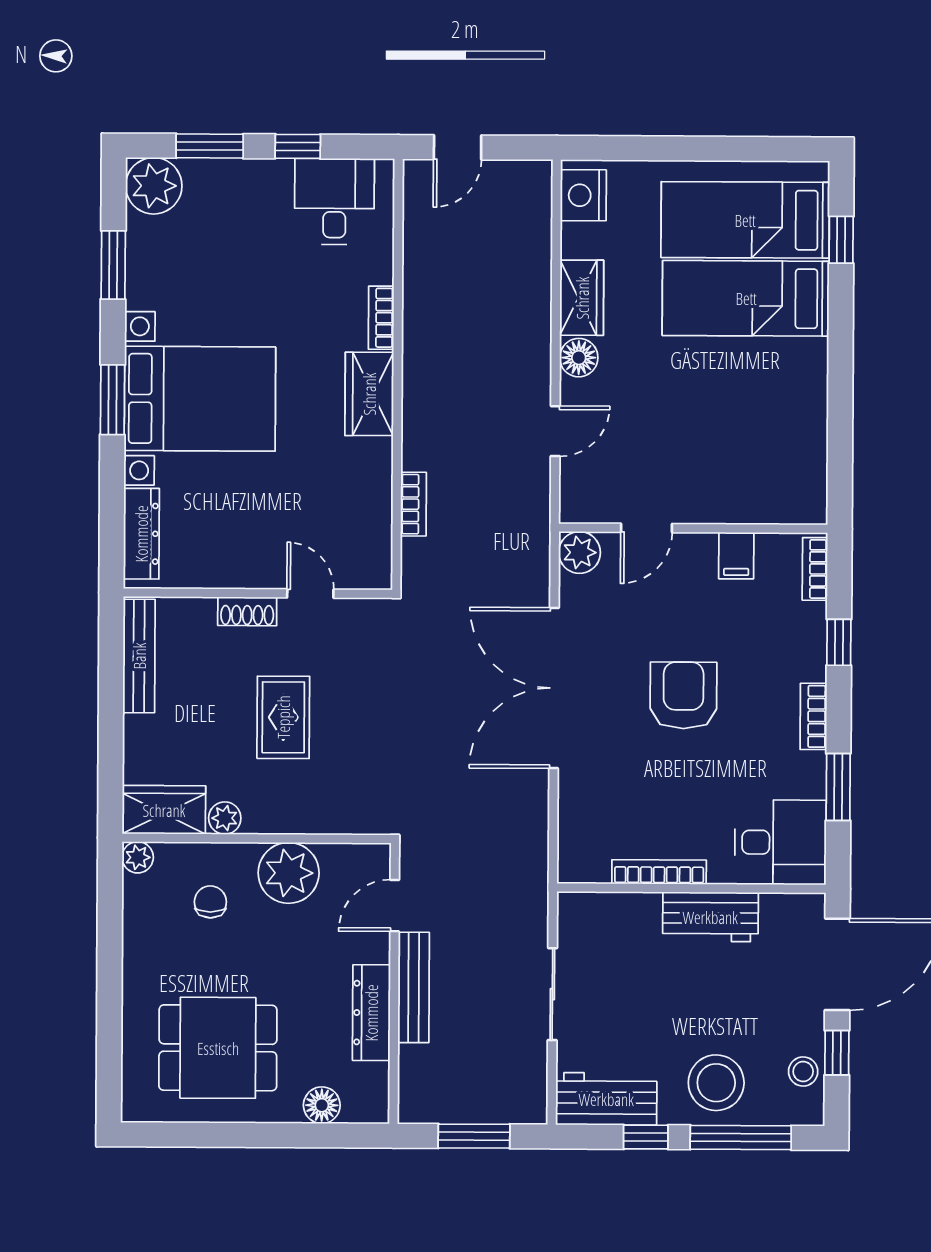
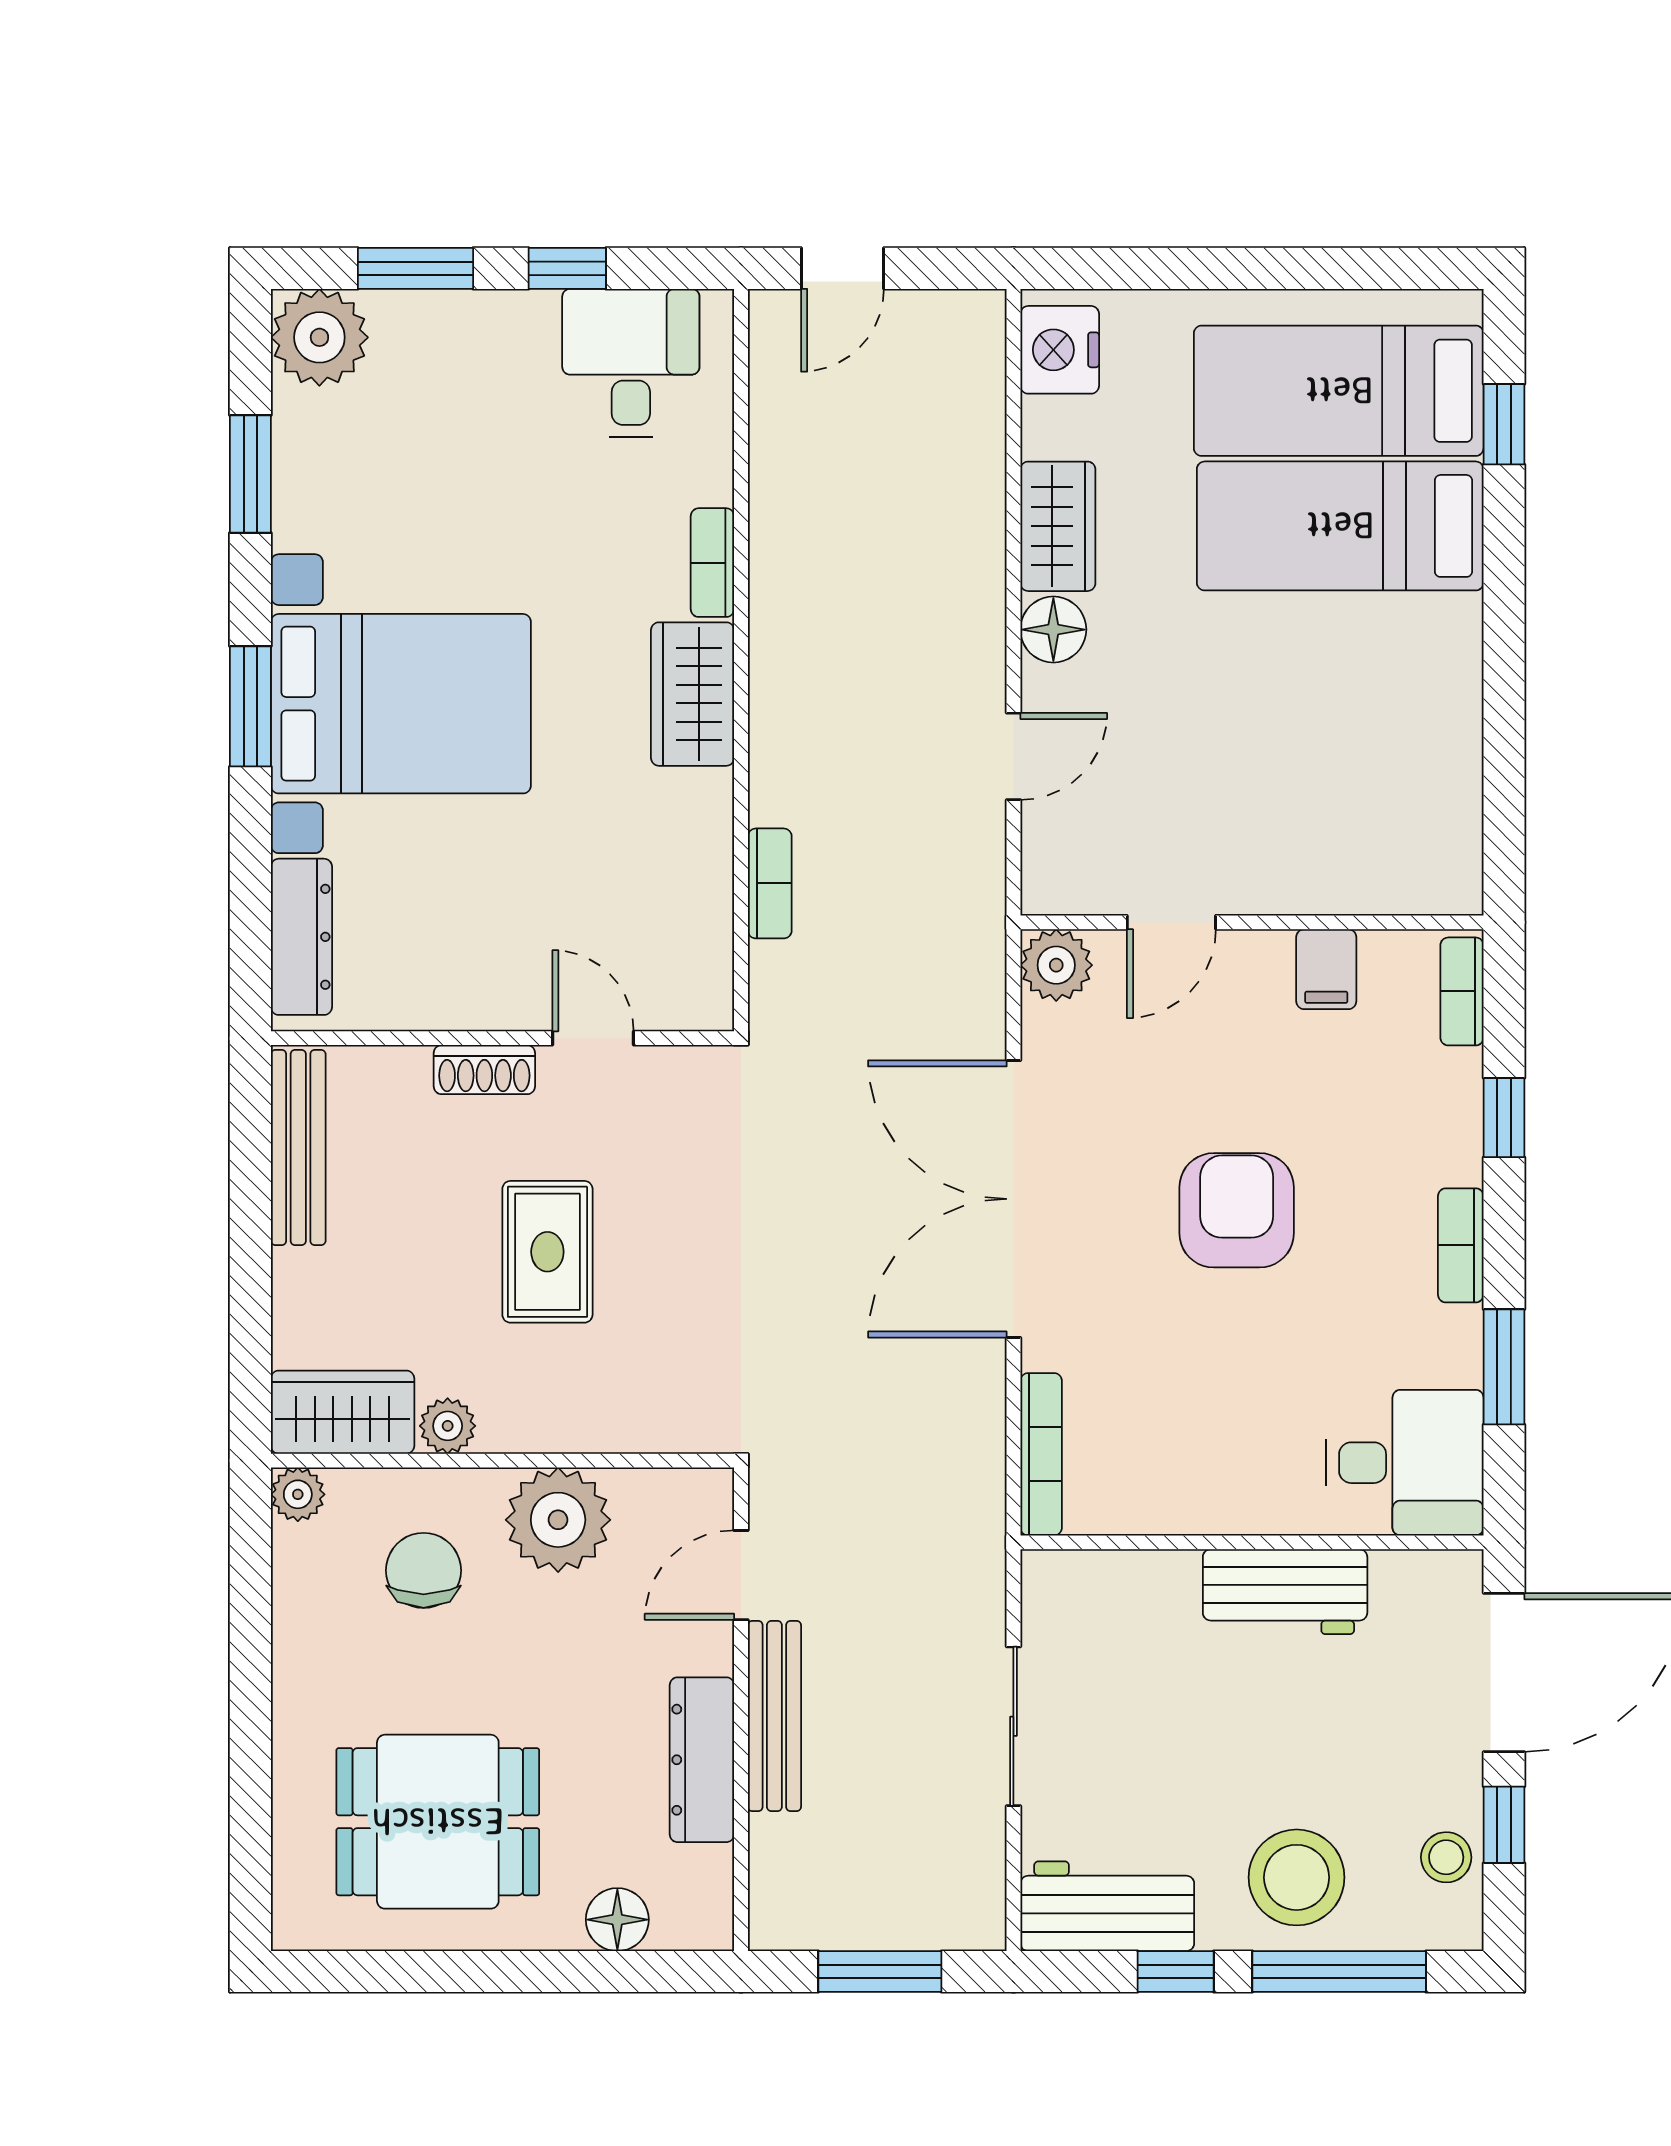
bookcase: (659, 872) -> (1041, 1454), moved, turned 90
chair: (210, 902) -> (424, 1570), width x1.37, depth x1.37

